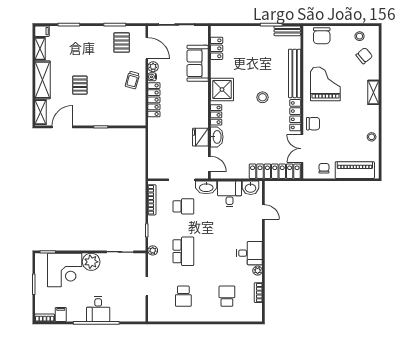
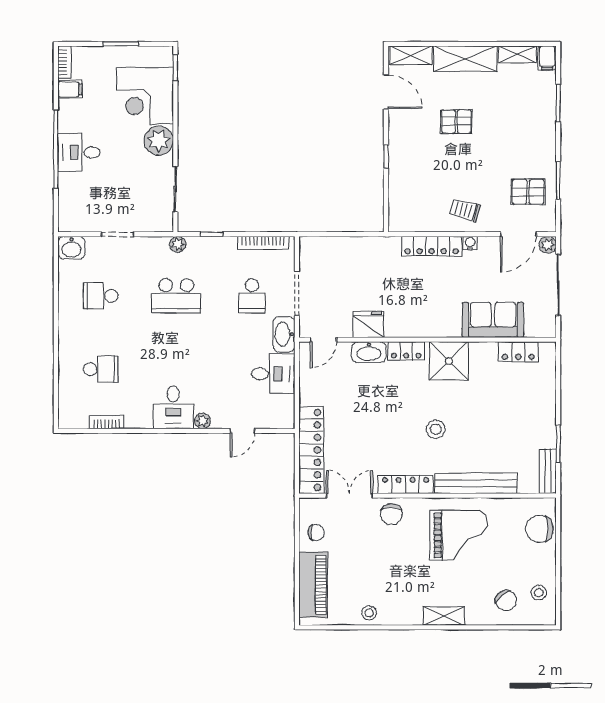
plant: (153, 67) -> (548, 245), moved
washbasin: (251, 188) -> (71, 248), moved, turned -90
plant: (258, 271) -> (203, 421), moved

